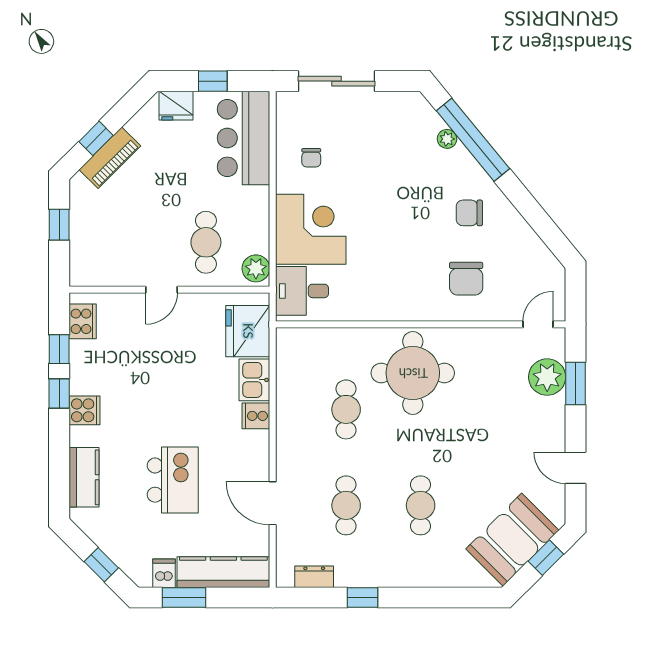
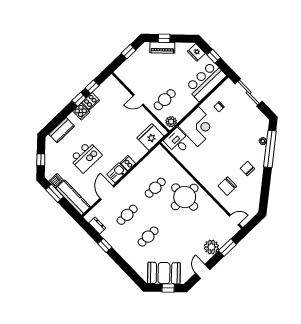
cooker: (83, 321) -> (91, 101), moved
plant: (547, 377) -> (211, 247), moved
kitchen sink: (254, 380) -> (117, 173), moved

